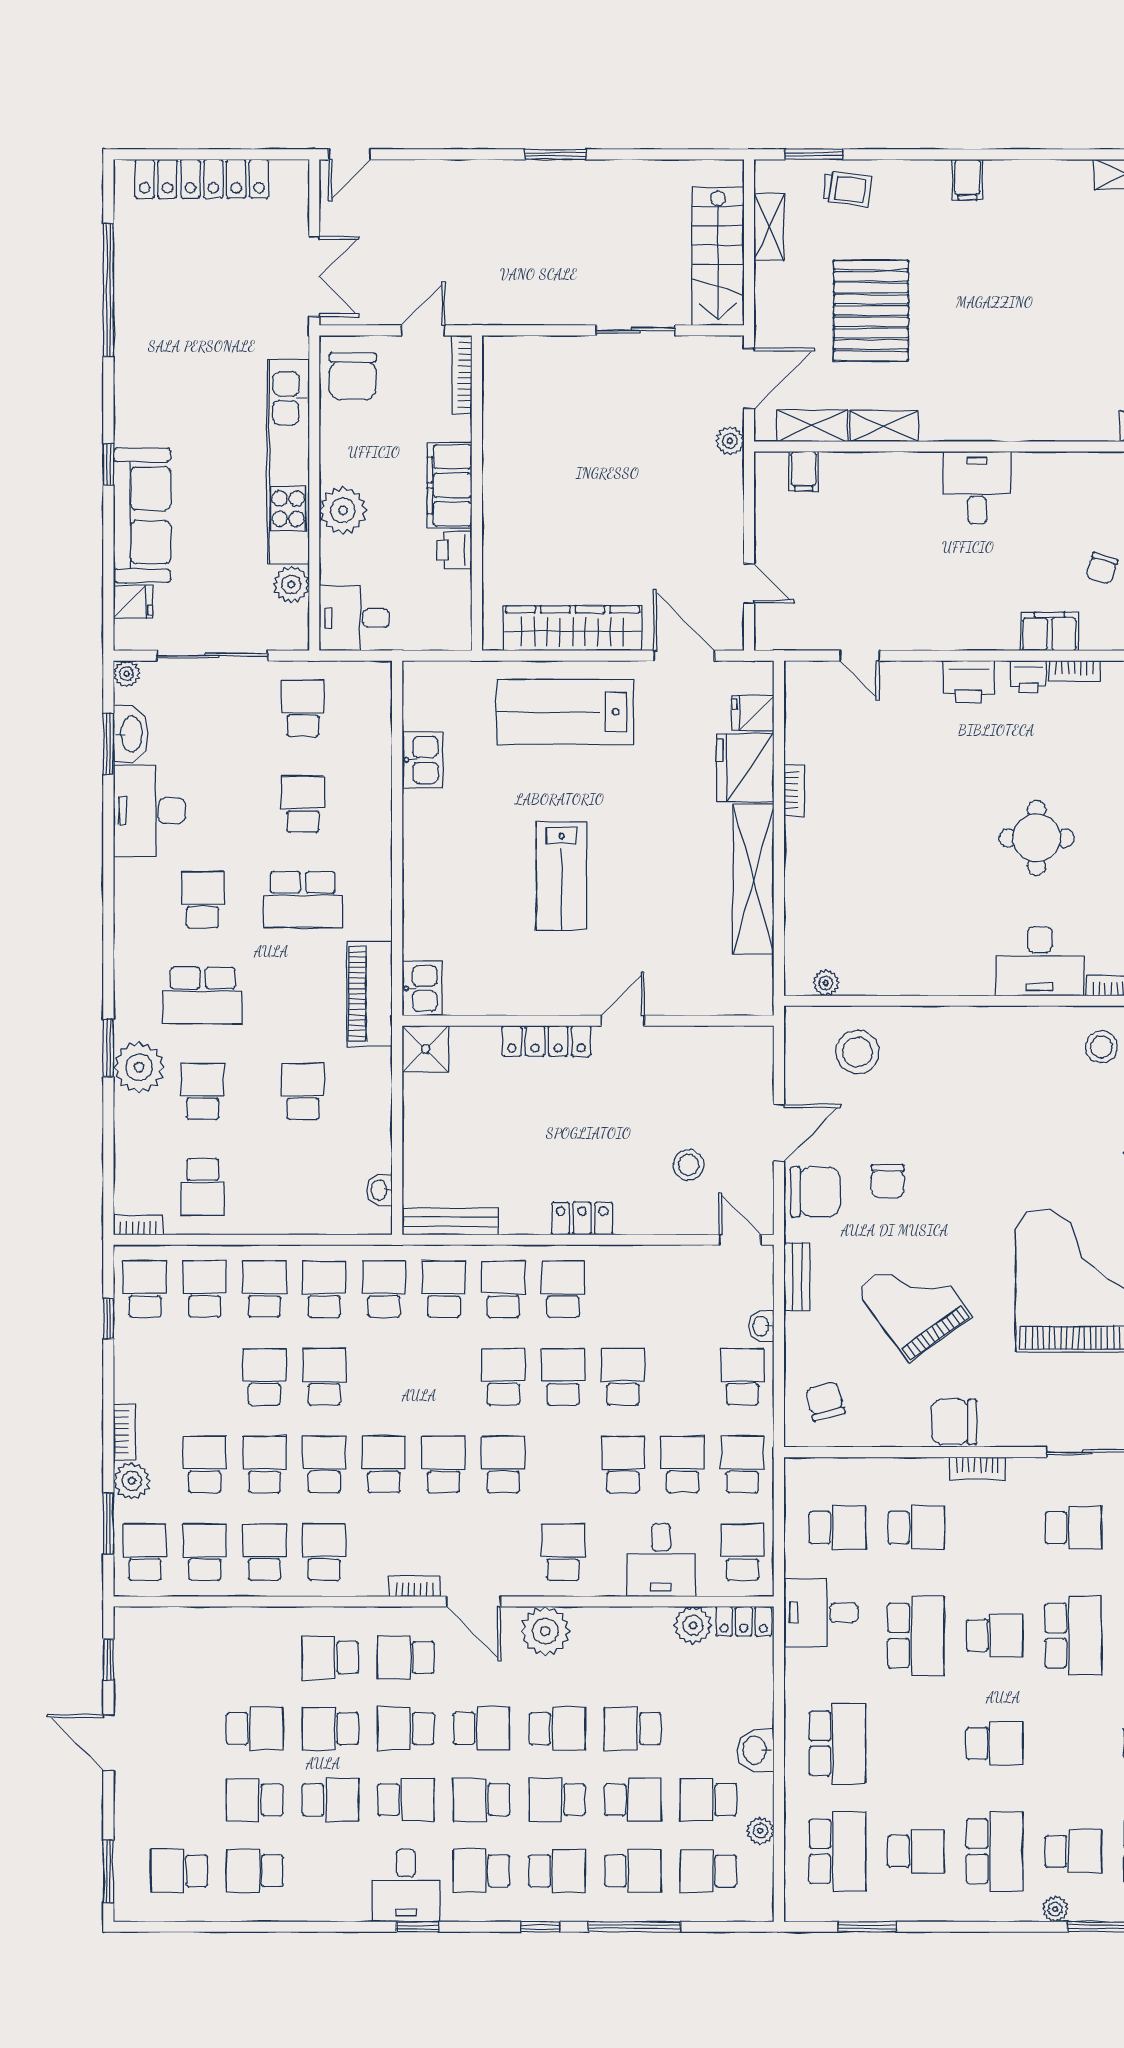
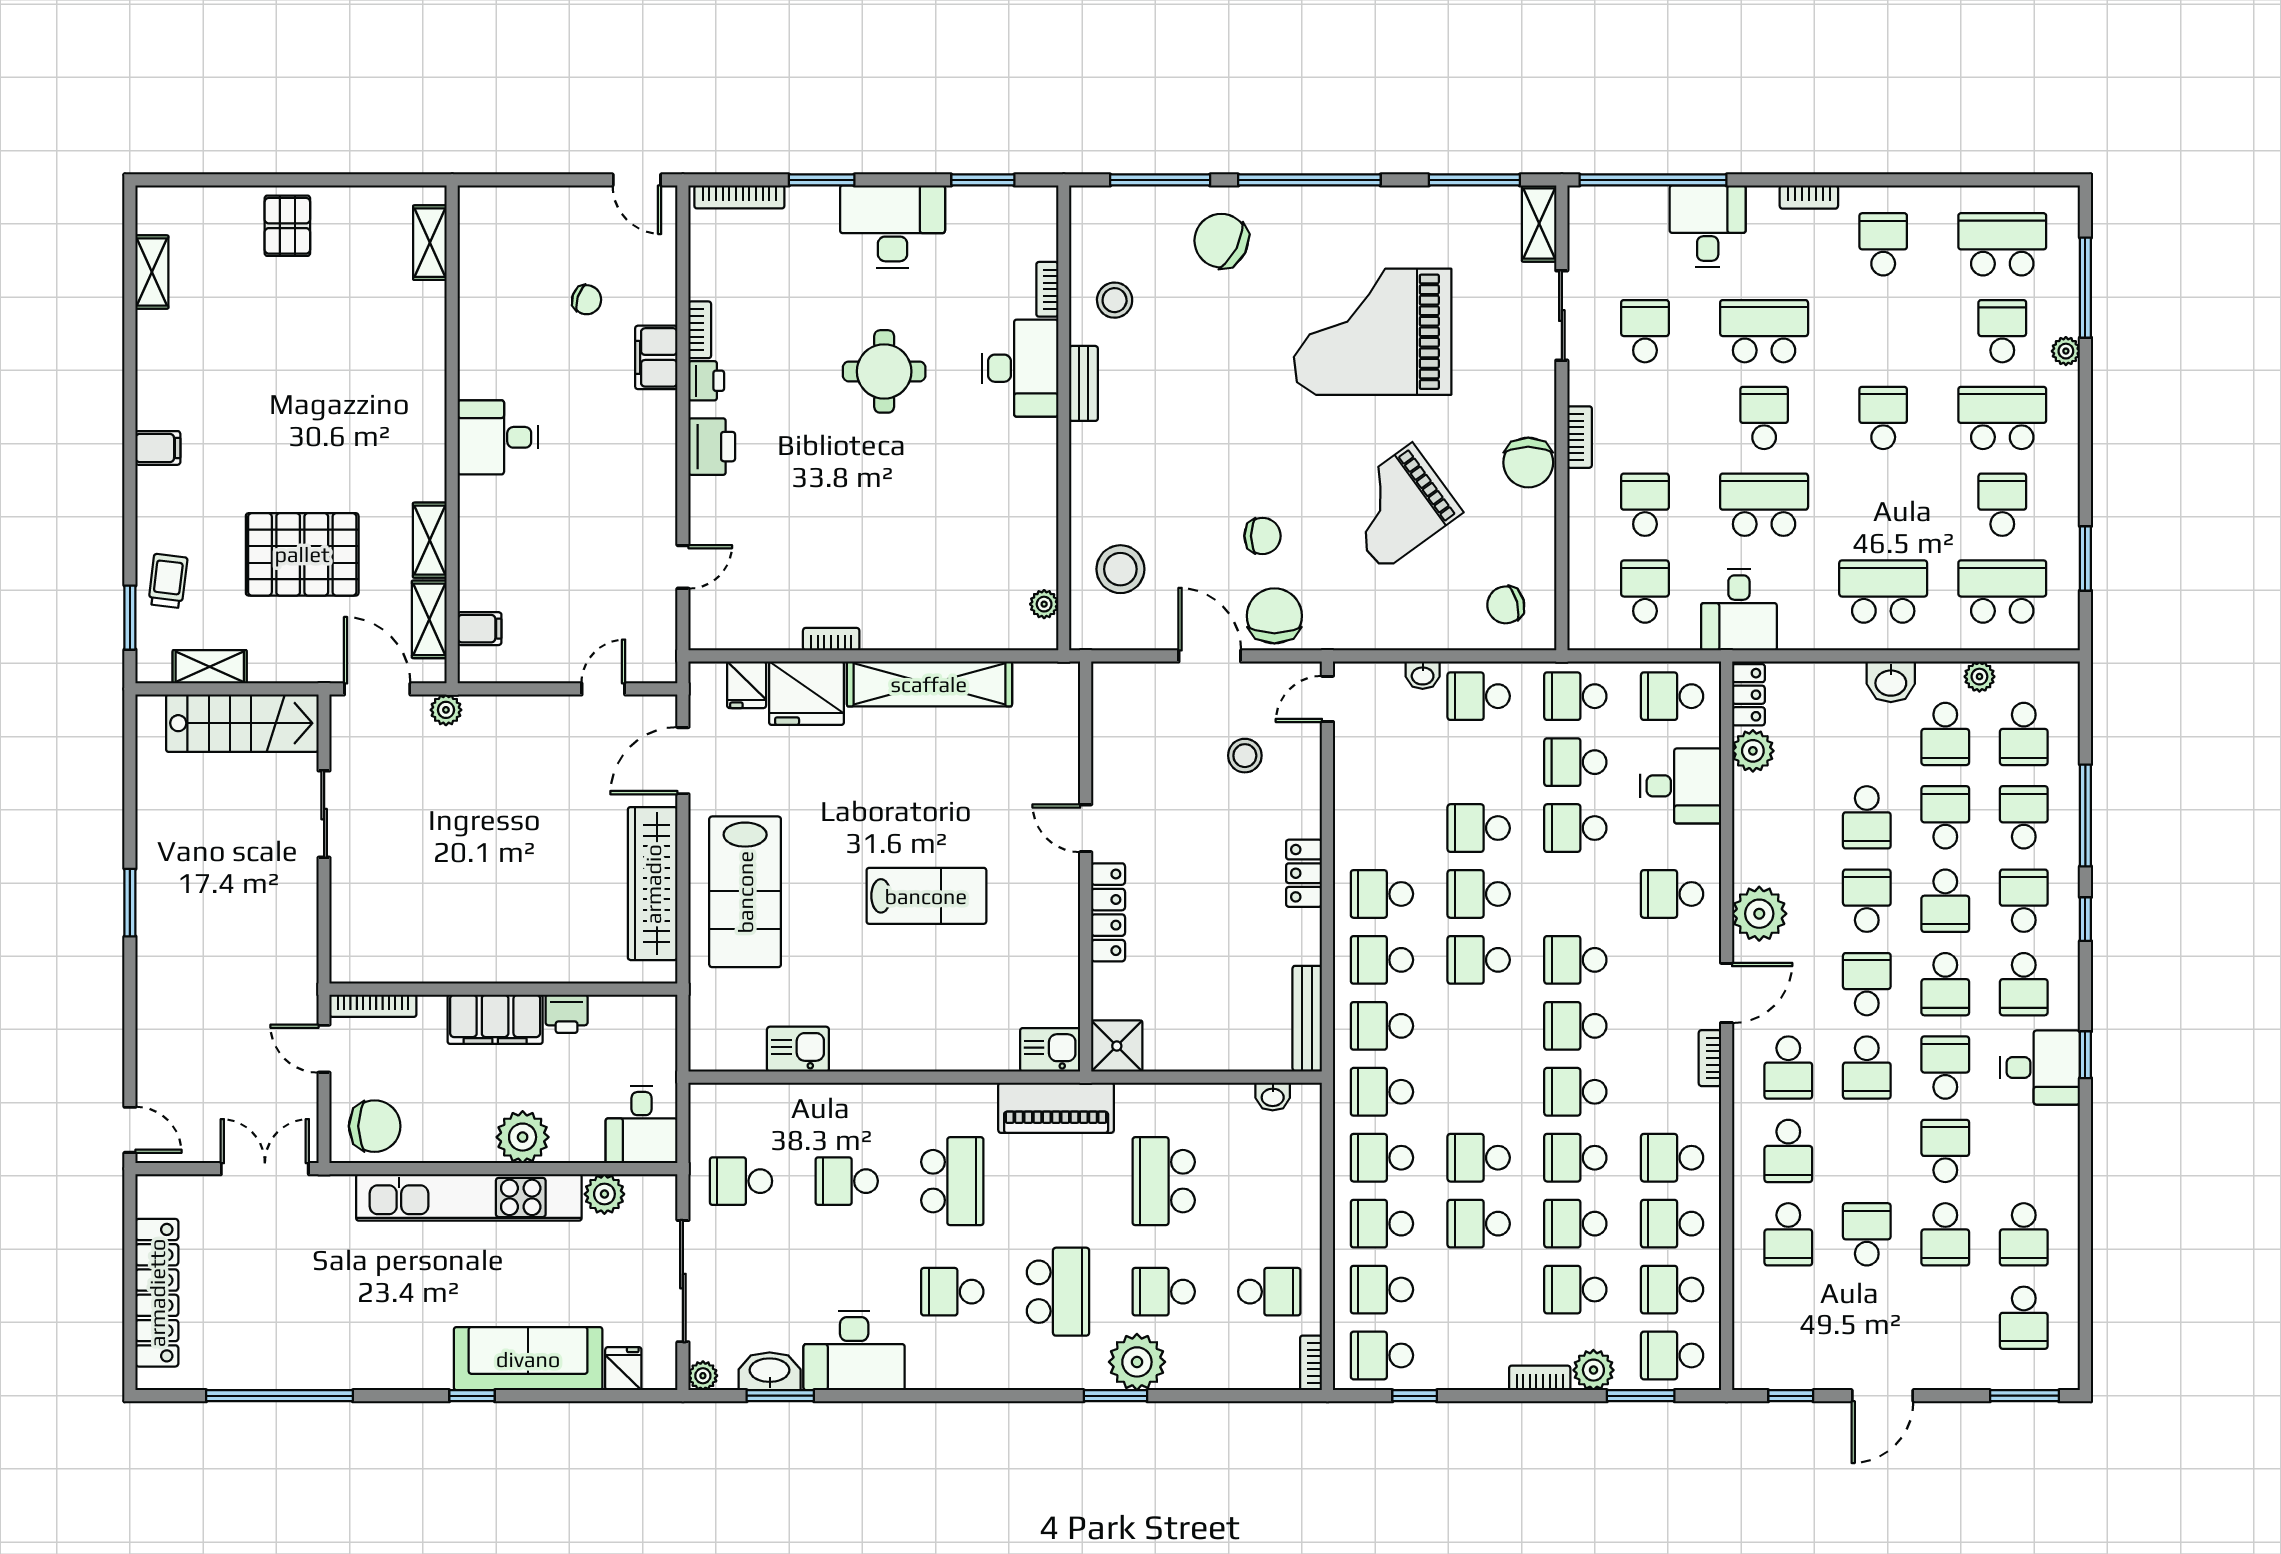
school desk: (303, 1091) -> (1164, 1181), width x1.85
bench: (797, 1276) -> (1084, 383), moved, turned 90
school desk: (330, 1729) -> (1788, 1234), moved

